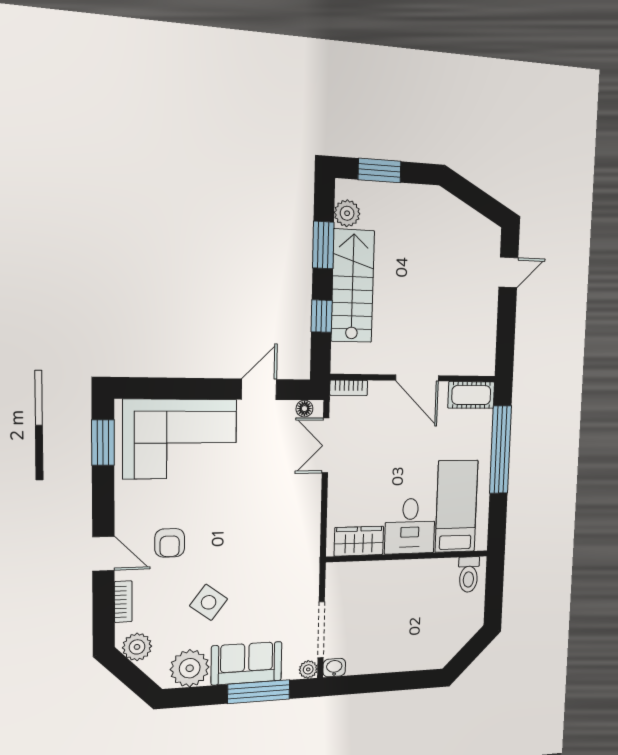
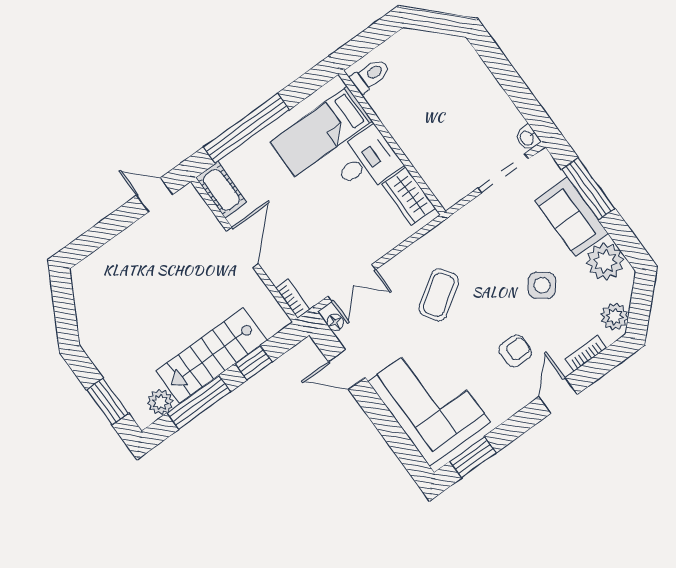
window: (323, 245) -> (199, 402), width x1.44
door: (508, 272) -> (154, 195), moved
coffee table: (264, 511) -> (439, 295), added
plant: (308, 669) -> (543, 160), removed

